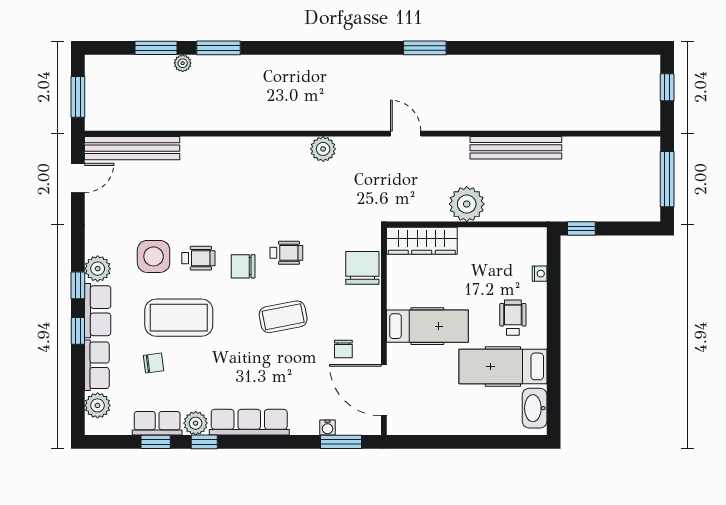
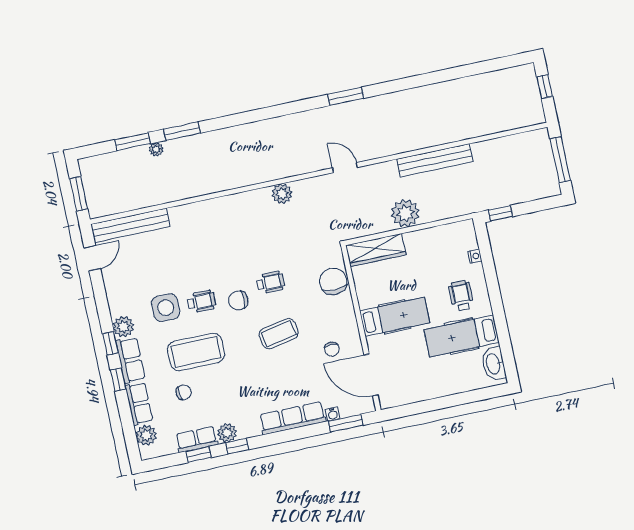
row of seats: (249, 422) -> (293, 418), moved

